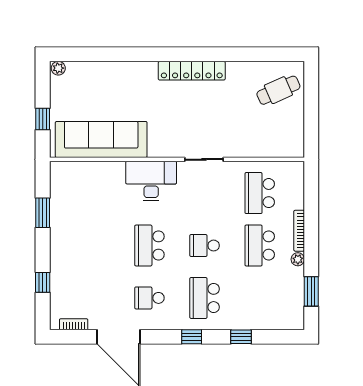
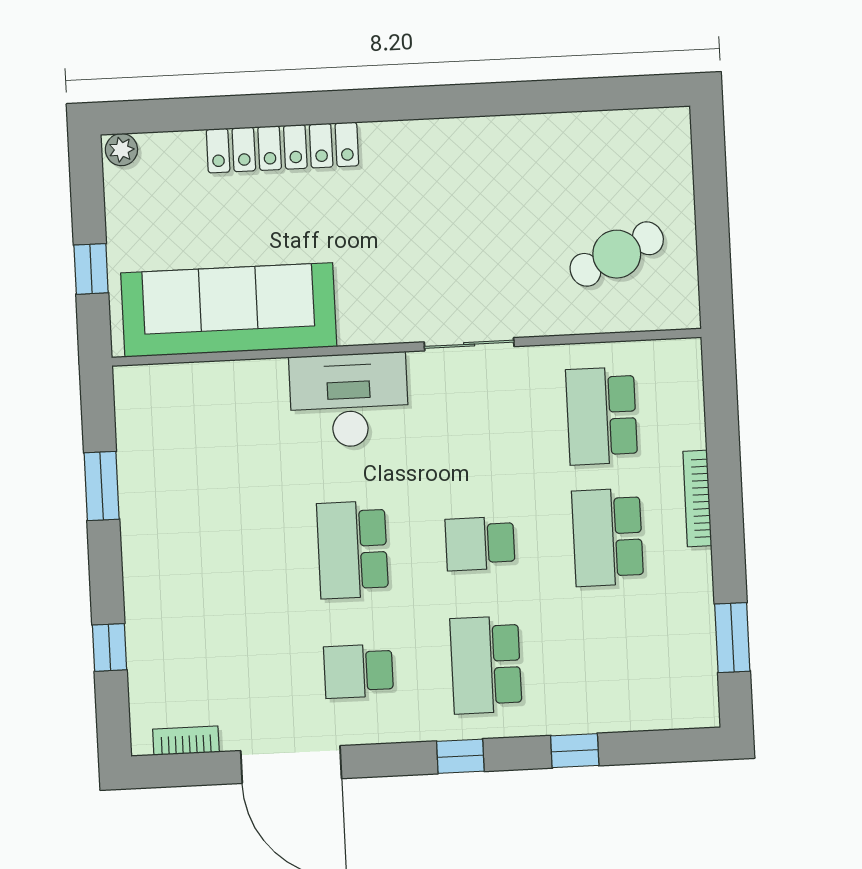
locker: (192, 71) -> (282, 148), moved
cafe table: (278, 90) -> (617, 254), moved
plant: (298, 259) -> (697, 565), removed

